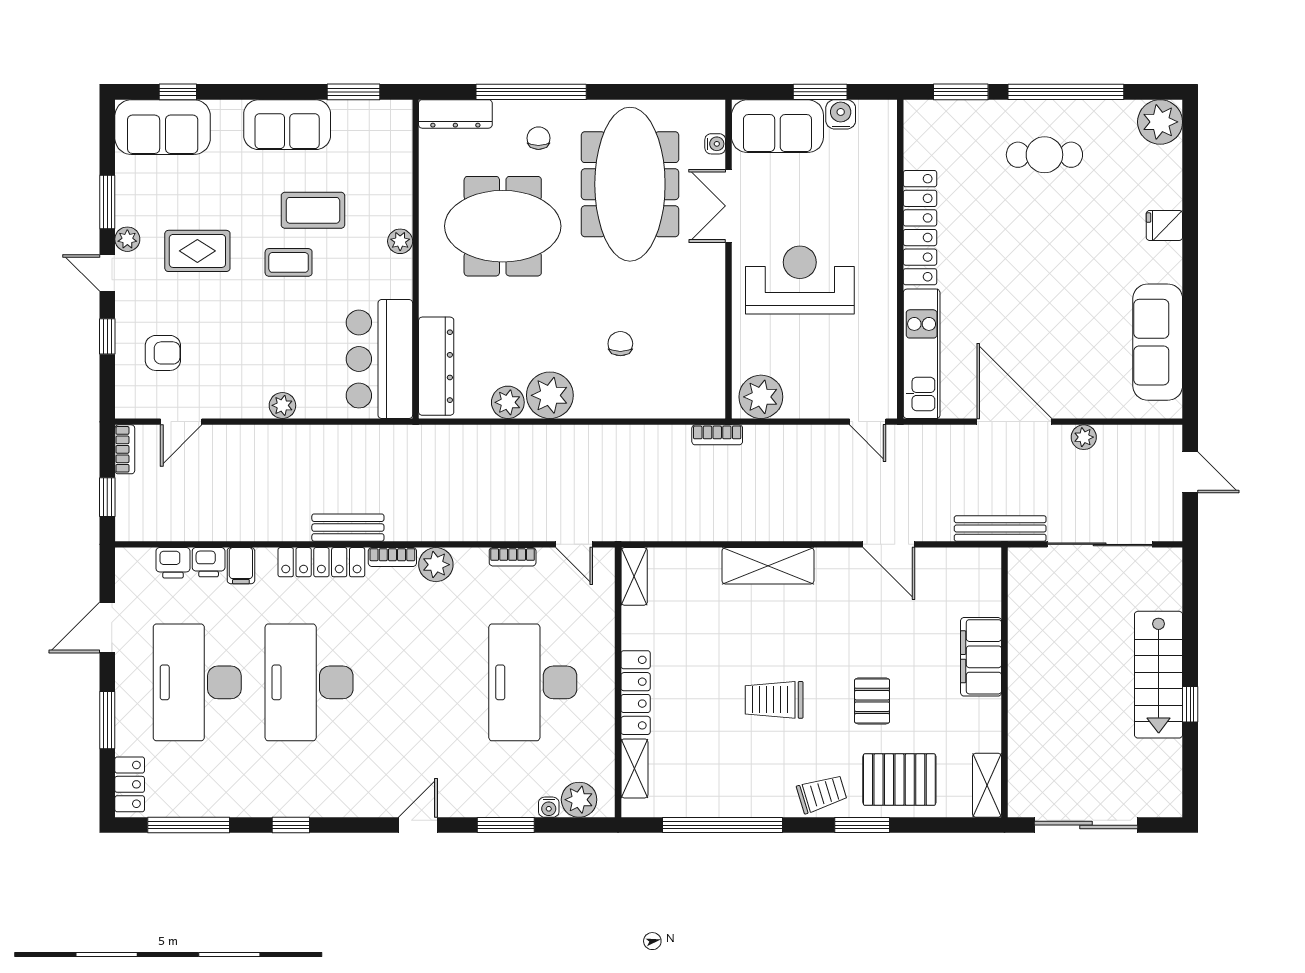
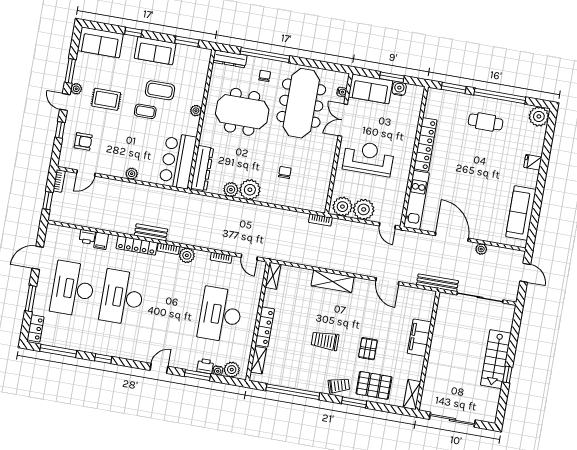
window: (178, 92) -> (133, 32), moved
plant: (809, 395) -> (364, 209), added
printer: (173, 563) -> (205, 366), moved, turned 180

